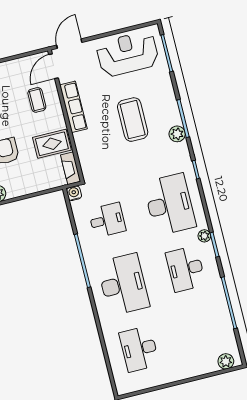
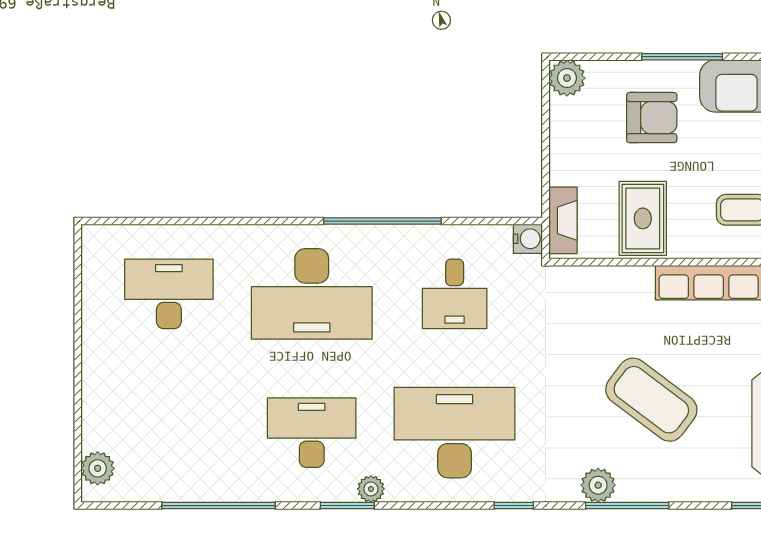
coffee table: (133, 120) -> (651, 400), turned 37
fireplace: (71, 168) -> (563, 220), moved, turned 90
desk: (170, 205) -> (455, 433), turned 180

